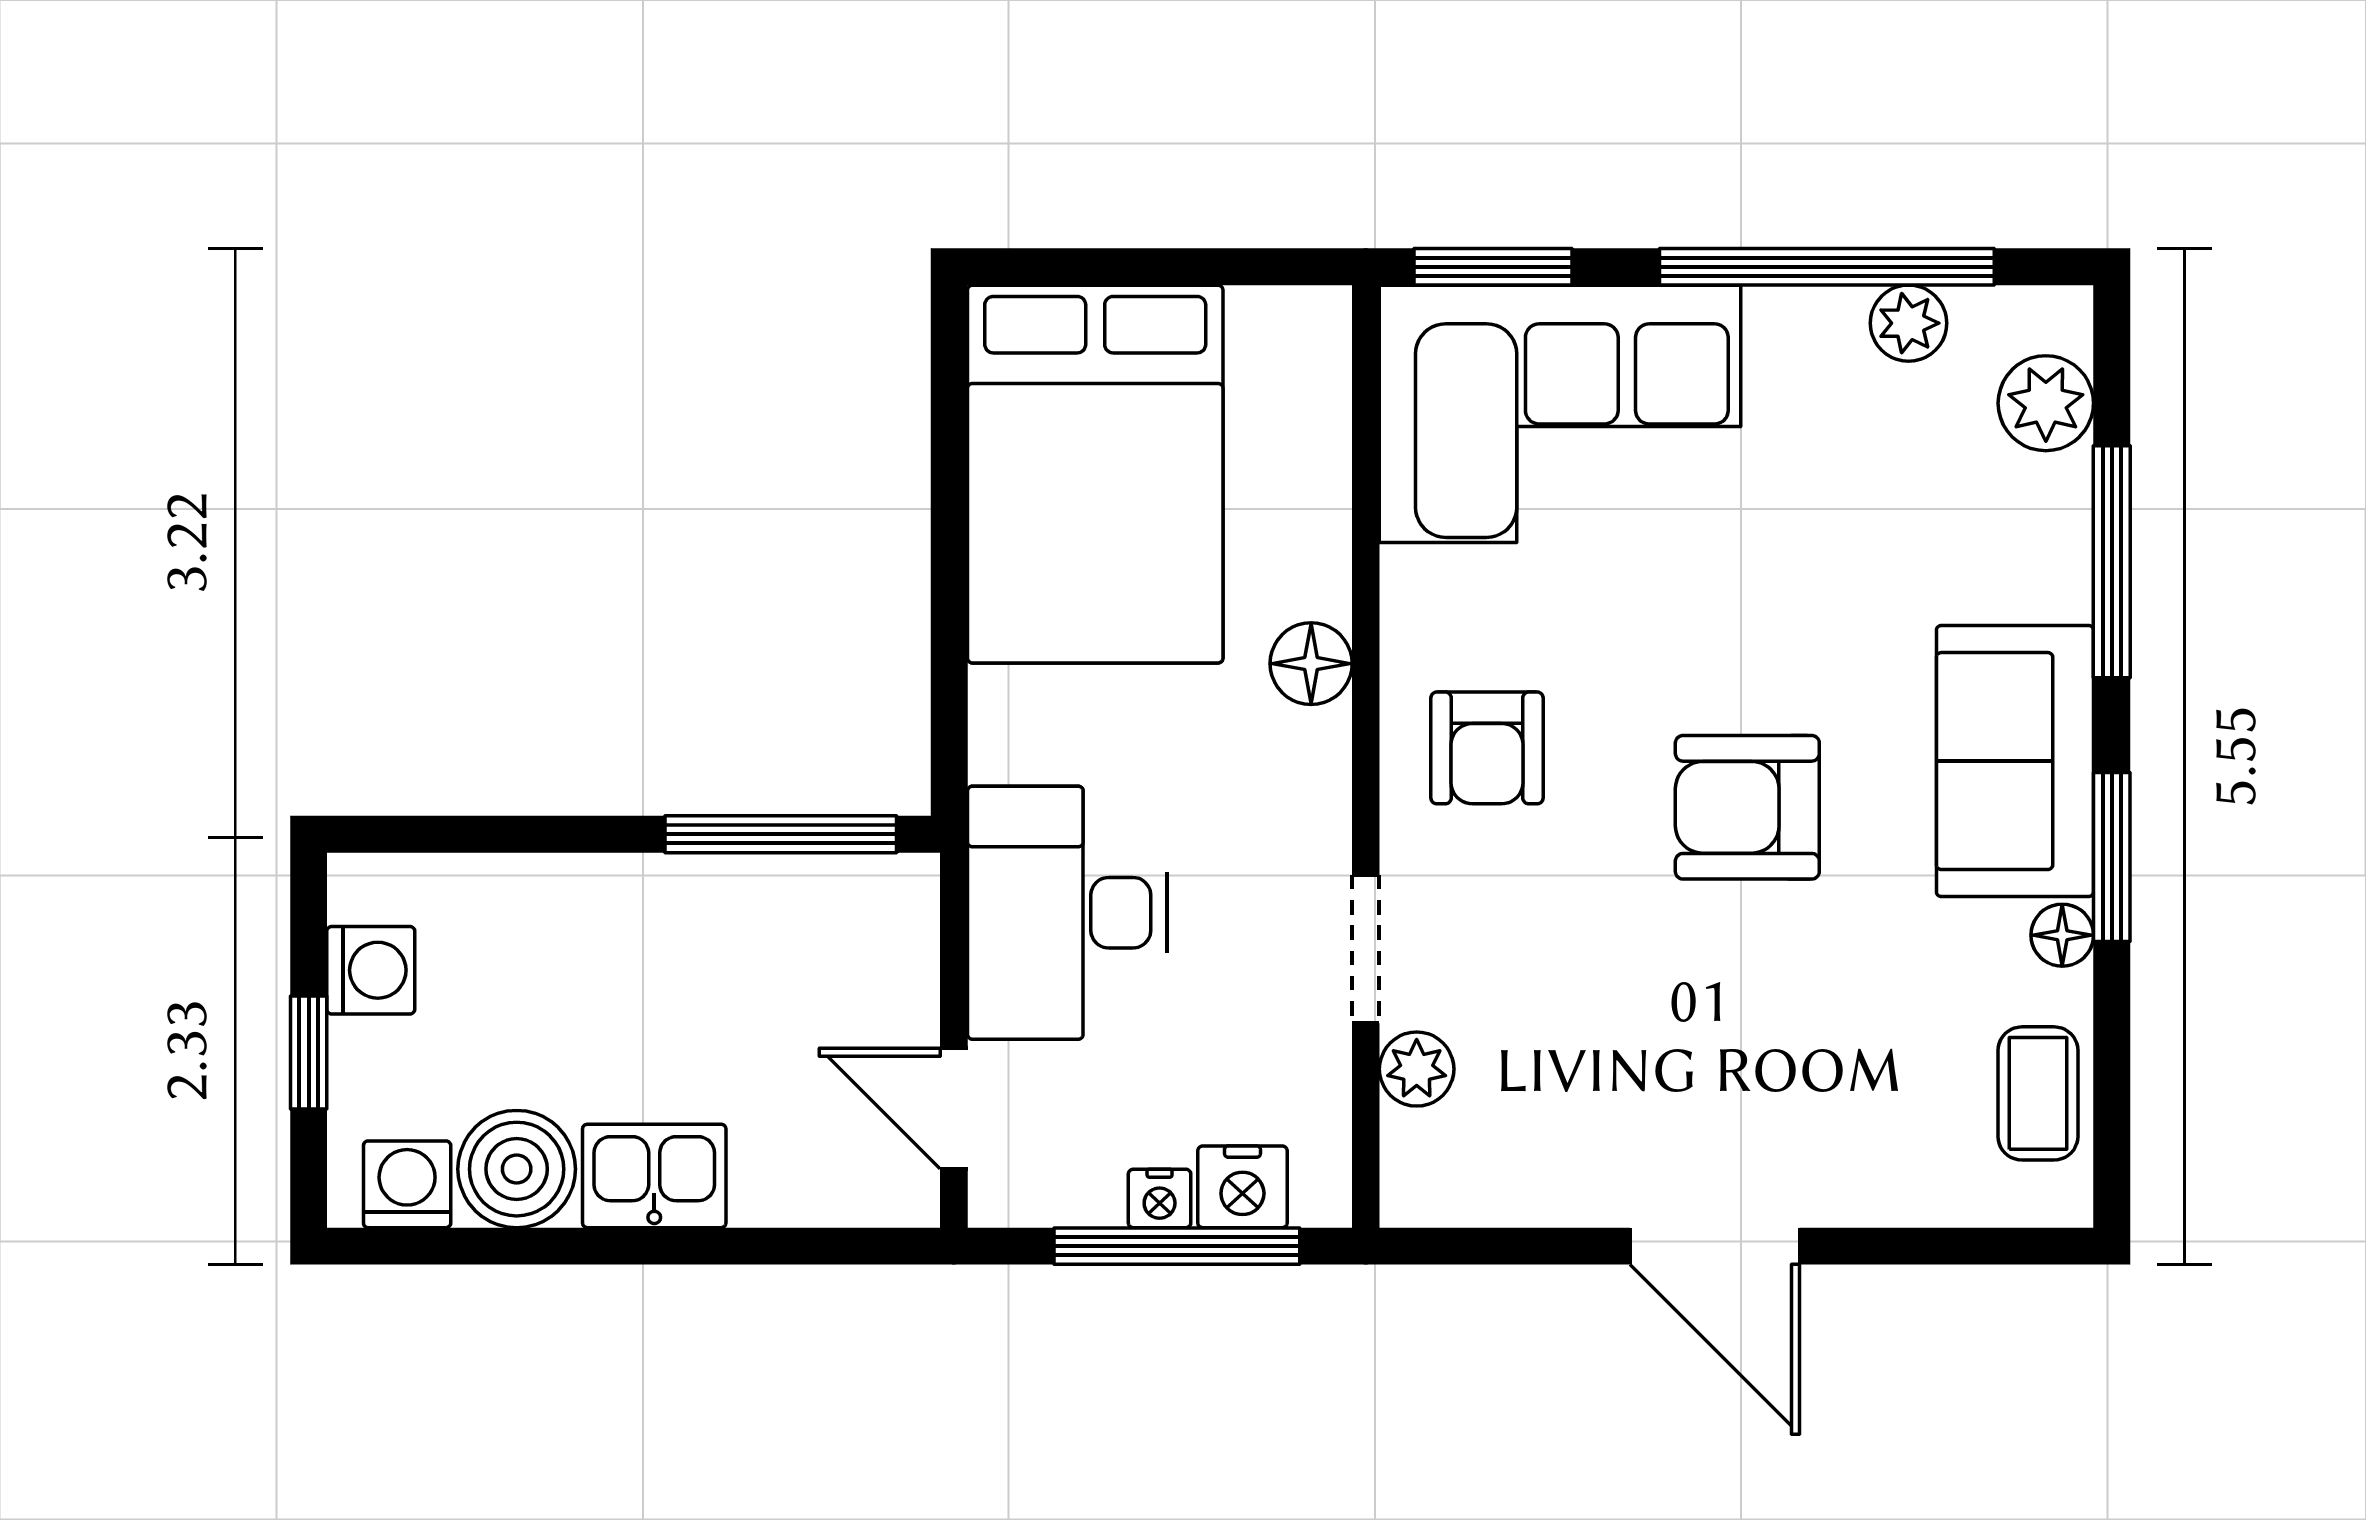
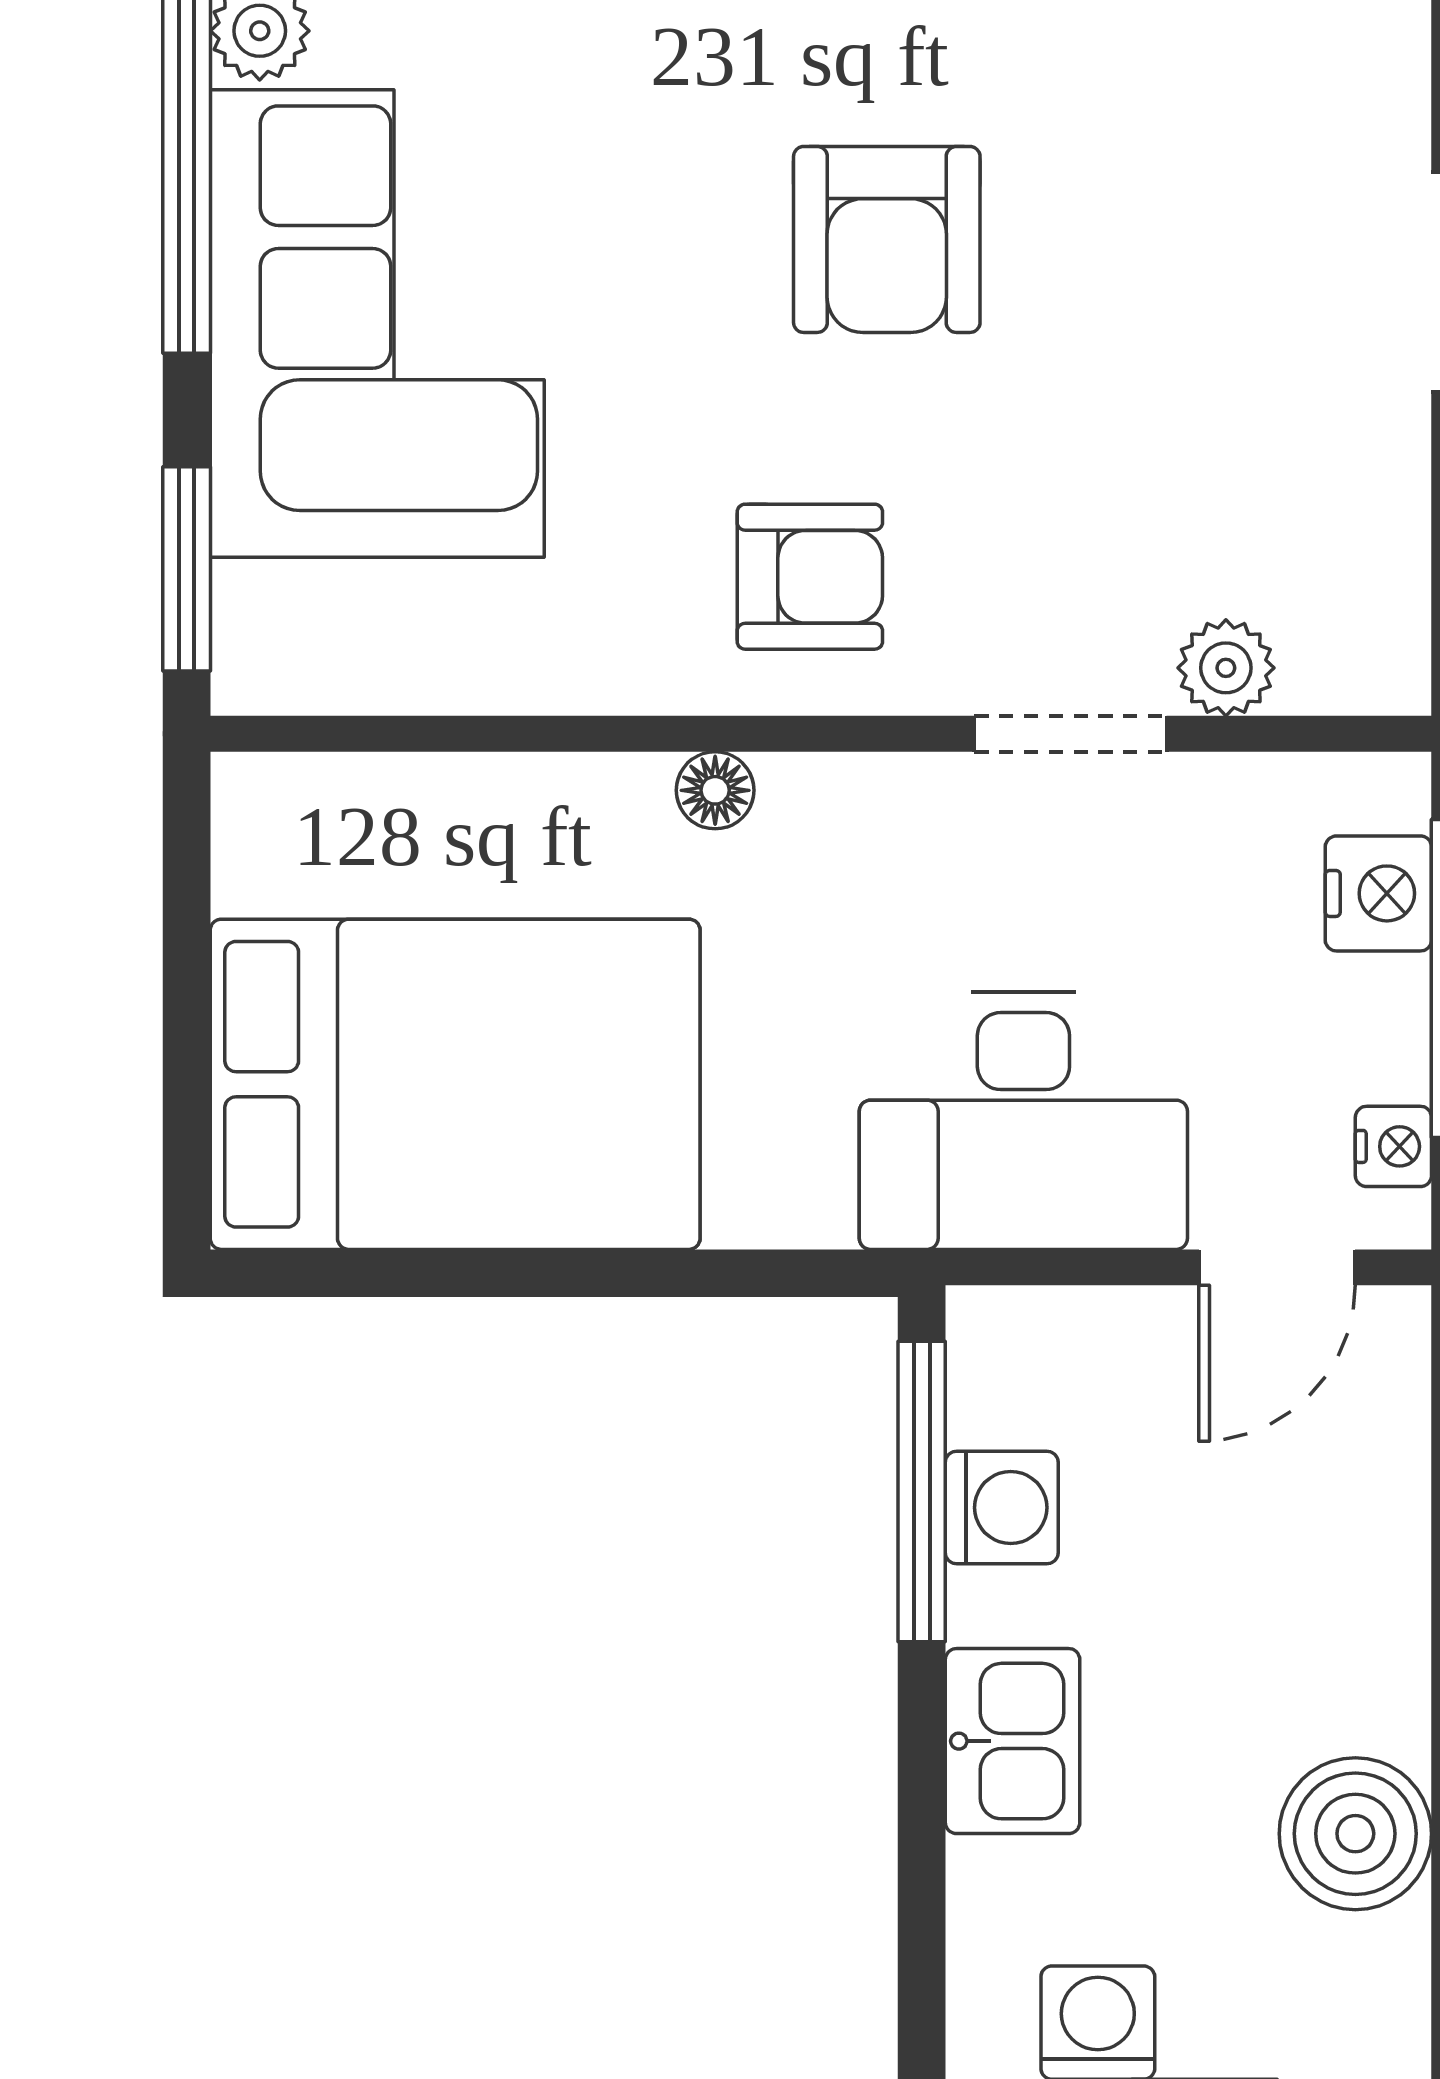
corner sofa: (1560, 414) -> (377, 324), moved
floor lamp: (1311, 664) -> (715, 790), width x0.73, depth x0.73
kitchen sink: (654, 1176) -> (1013, 1741), moved, turned 180
washing machine: (407, 1184) -> (1002, 1508), moved, turned 180
nightstand: (1160, 1198) -> (1393, 1146), moved

